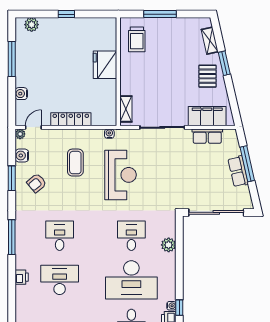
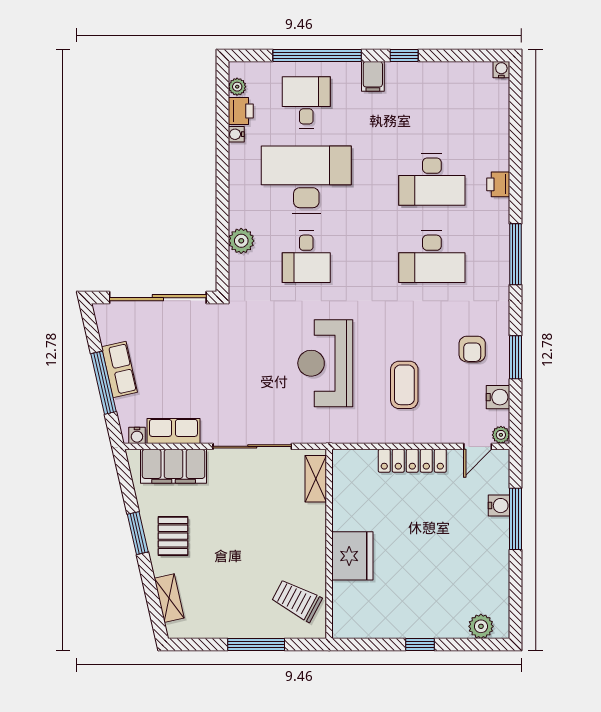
trolley: (137, 39) -> (297, 600), turned -62
window: (12, 59) -> (516, 519), moved
window: (224, 63) -> (138, 533), moved
water cooler: (109, 134) -> (137, 435), moved
armchair: (37, 183) -> (472, 349), turned 130
desk: (60, 236) -> (432, 257), width x1.37
window: (179, 308) -> (223, 131), removed

